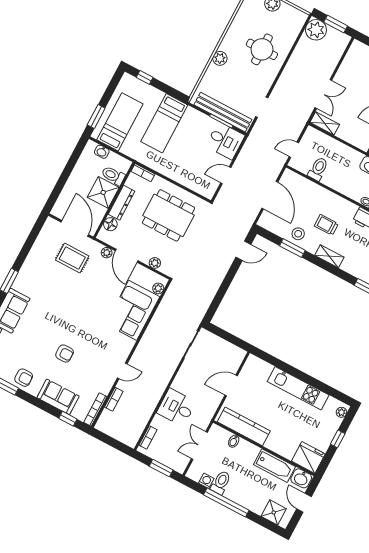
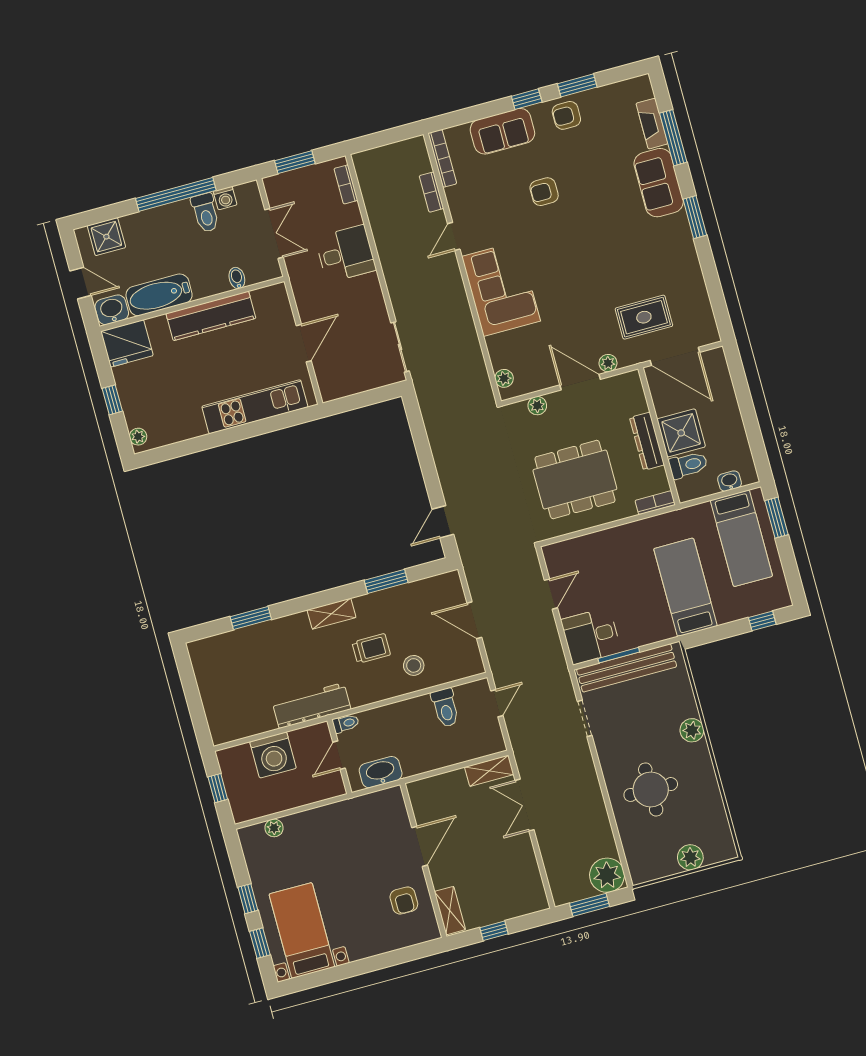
door: (270, 195) -> (474, 620), width x0.73
floor lamp: (110, 224) -> (636, 402), removed
stool: (298, 234) -> (414, 665), moved
corner sofa: (133, 310) -> (501, 289), moved
kitchen unit: (298, 388) -> (255, 407), moved
window: (68, 419) -> (527, 99), moved
kitchen counter: (244, 426) -> (211, 316), moved

